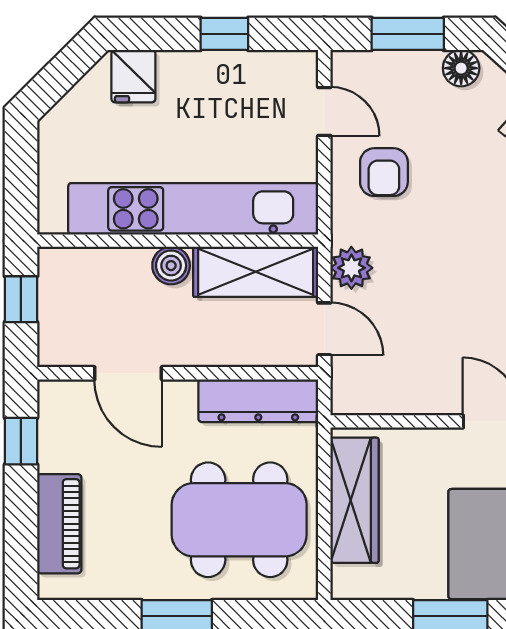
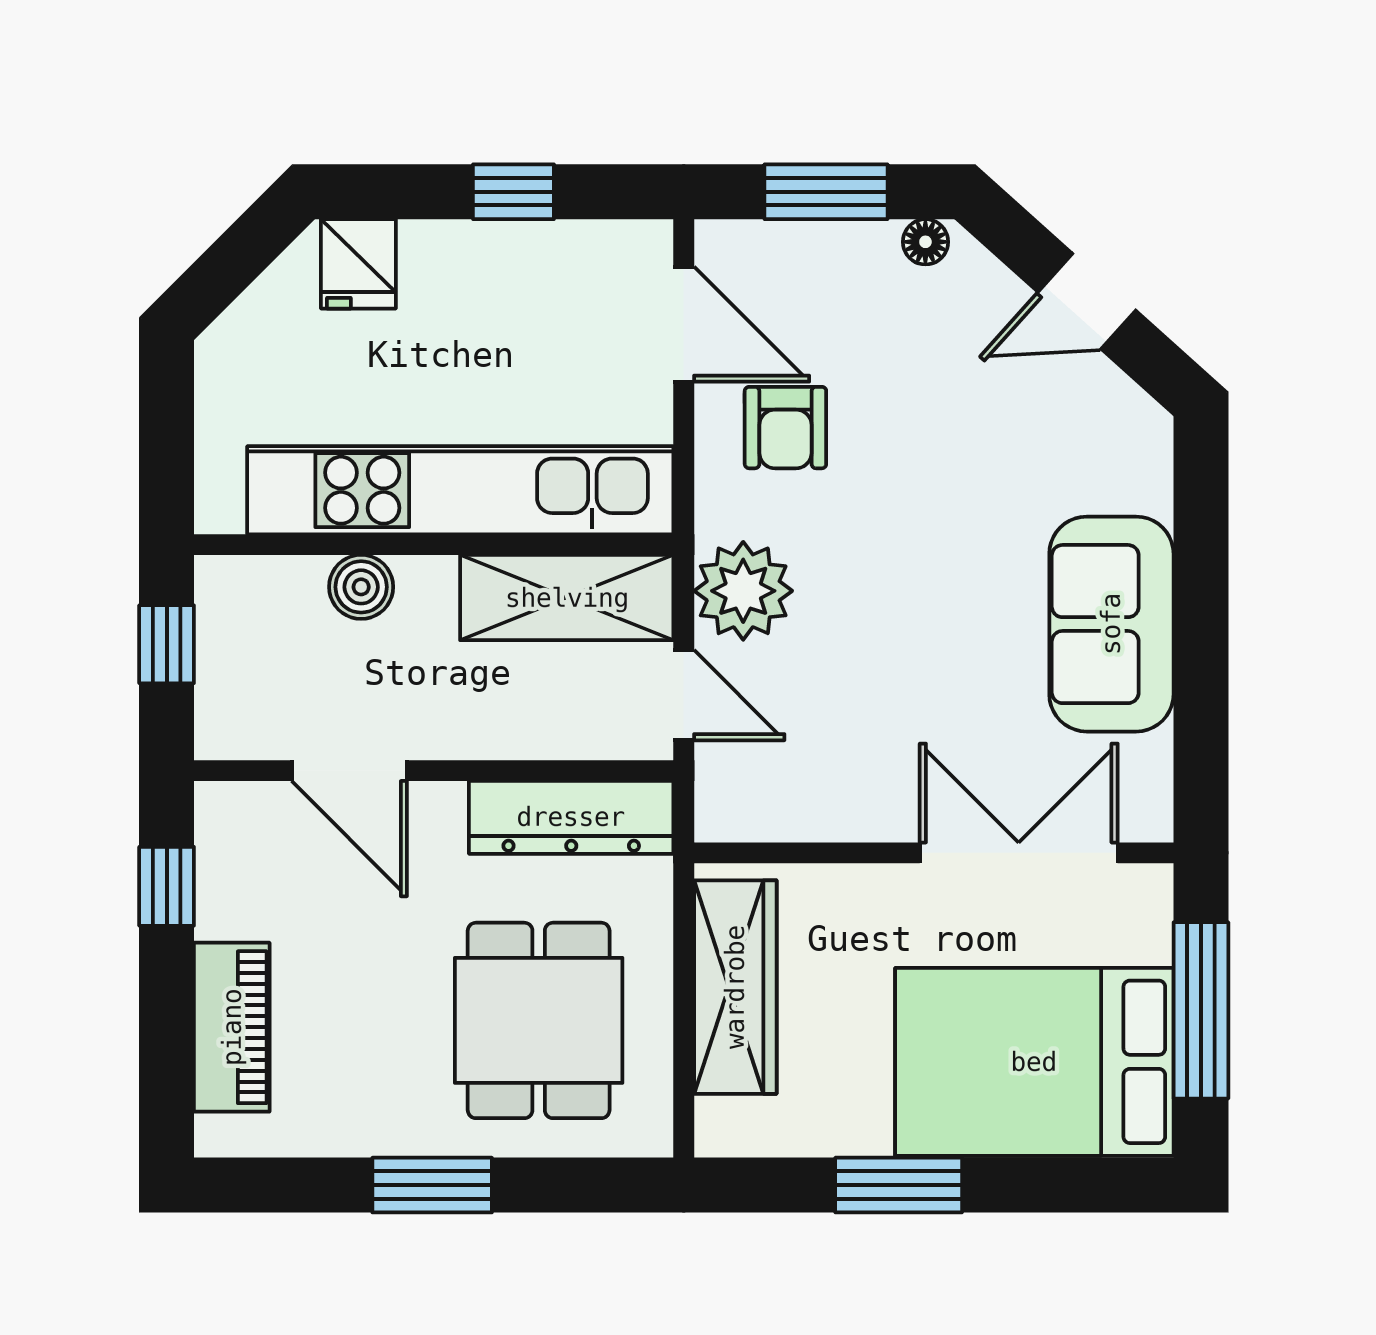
floor lamp: (461, 68) -> (925, 242), width x0.73, depth x0.73
door: (324, 111) -> (684, 324), width x1.38
boiler: (171, 266) -> (361, 587), moved
plant: (351, 268) -> (743, 591), width x1.36, depth x1.36
dining table: (239, 520) -> (539, 1020), width x0.73

